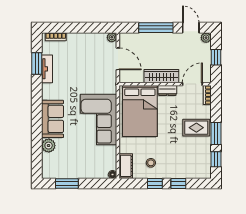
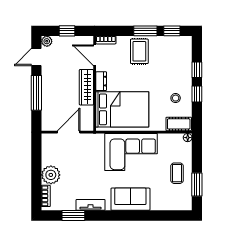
plant: (112, 37) -> (51, 175), moved, width x1.87, depth x1.87
tv unit: (47, 69) -> (91, 205), moved
plant: (49, 146) -> (158, 203), removed
coffee table: (78, 164) -> (177, 173), added

